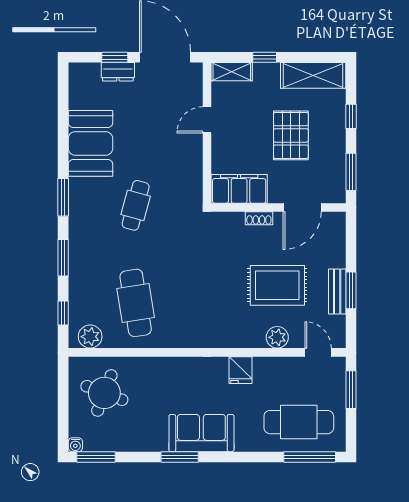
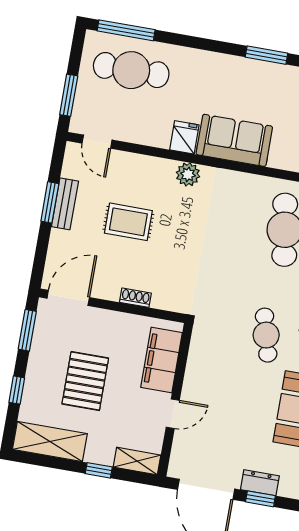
filing cabinet: (239, 189) -> (162, 360), moved, turned 90
cafe table: (136, 205) -> (266, 335), turned -30
door: (302, 207) -> (68, 298), moved
rug: (277, 285) -> (128, 222), width x0.73, depth x0.70
plant: (277, 337) -> (188, 174), moved
sofa: (201, 433) -> (234, 140), moved, turned 180

